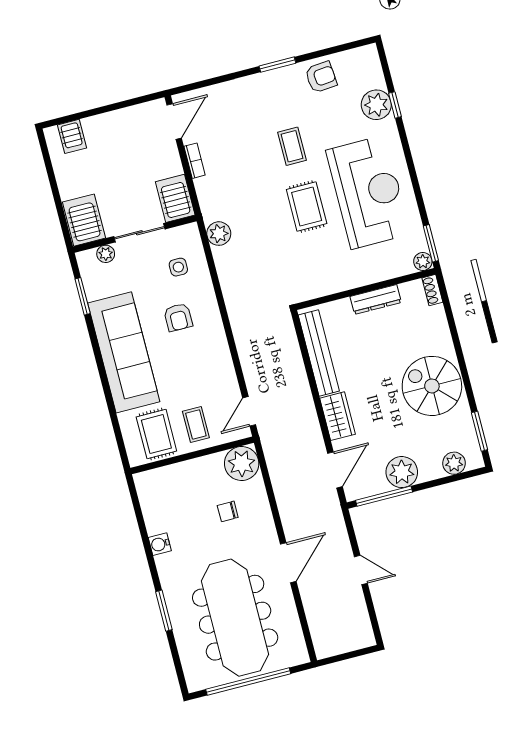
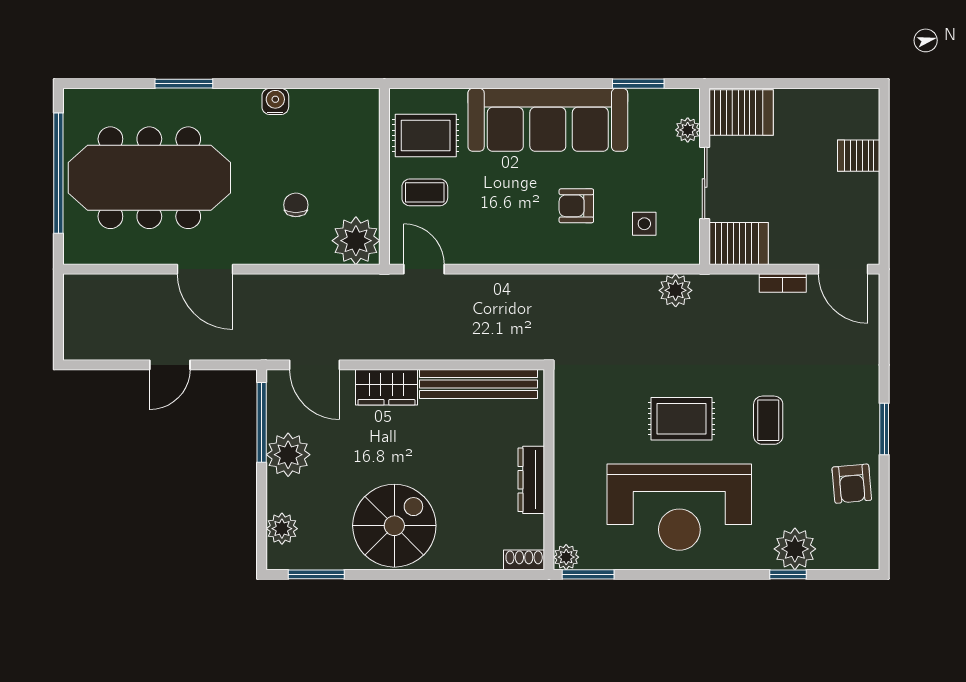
server rack: (72, 136) -> (859, 156), moved
coffee table: (292, 146) -> (768, 420), turned 90

